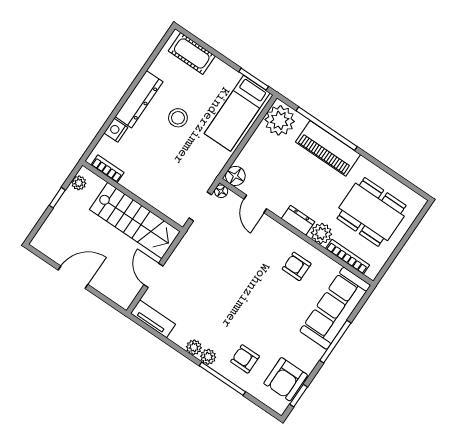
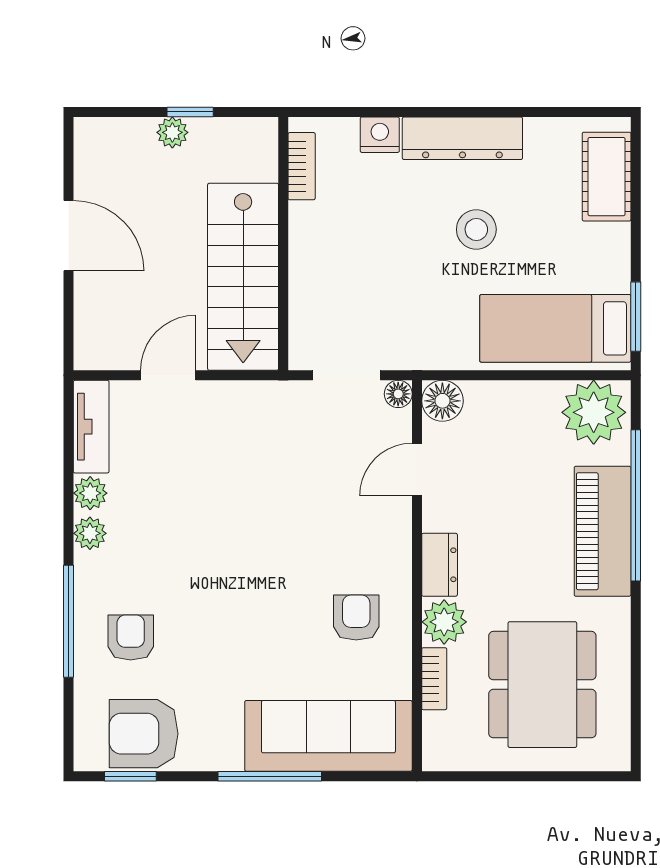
plant: (79, 183) -> (172, 132), moved
bookcase: (348, 257) -> (434, 679), width x0.64
plant: (208, 357) -> (90, 493), moved

